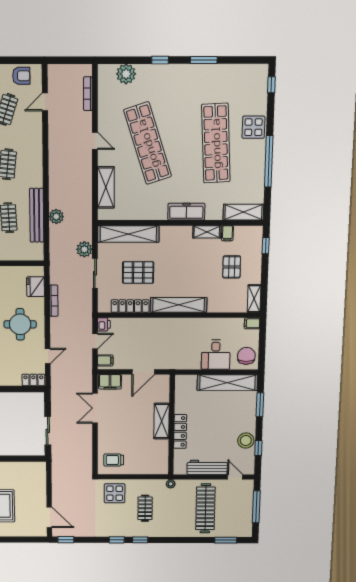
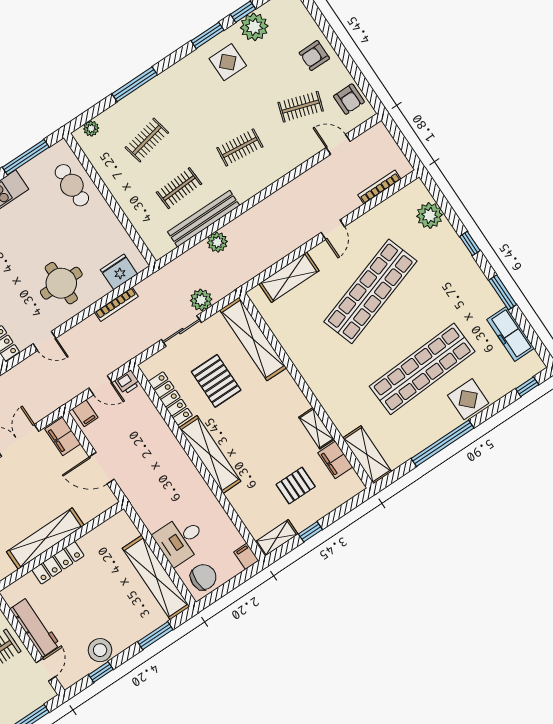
freezer: (186, 212) -> (511, 334), moved, turned 180
filing cabinet: (227, 233) -> (335, 460), width x2.00
window: (266, 246) -> (310, 532), moved
shelving: (162, 421) -> (45, 538), width x1.47

